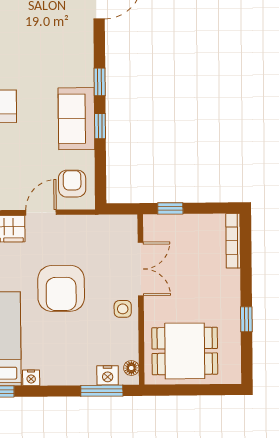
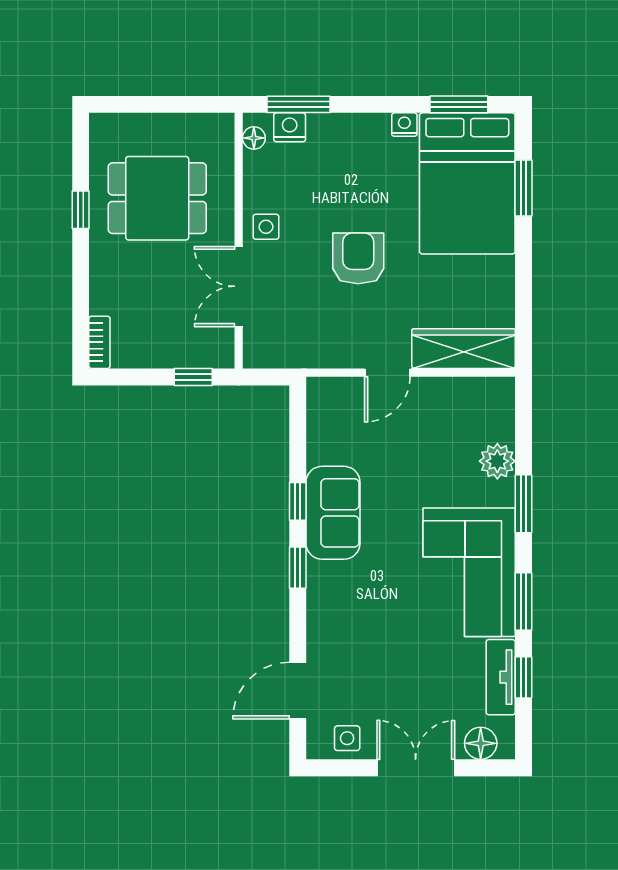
armchair: (72, 184) -> (340, 416), removed
bookcase: (233, 241) -> (99, 342), width x0.64
armchair: (61, 288) -> (358, 258), width x0.73, depth x0.73
dining table: (185, 351) -> (157, 198), moved

